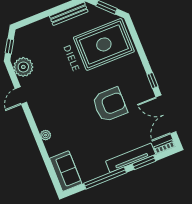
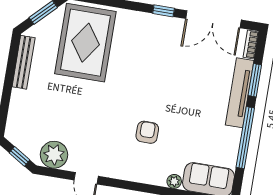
armchair: (110, 105) -> (147, 132), moved, width x0.53, depth x0.53
plant: (46, 135) -> (174, 181), moved

